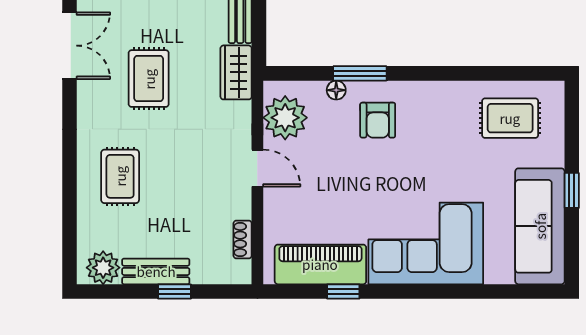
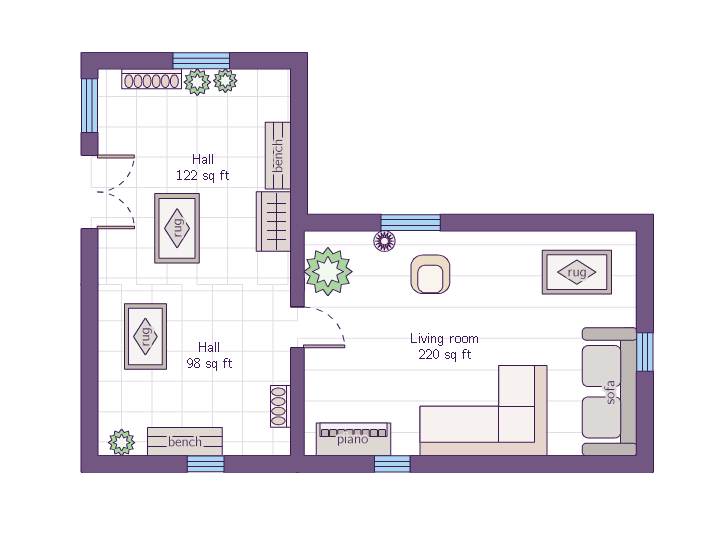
piano: (320, 264) -> (353, 439), width x0.73, depth x0.75
plant: (103, 268) -> (122, 443), width x0.73, depth x0.73

